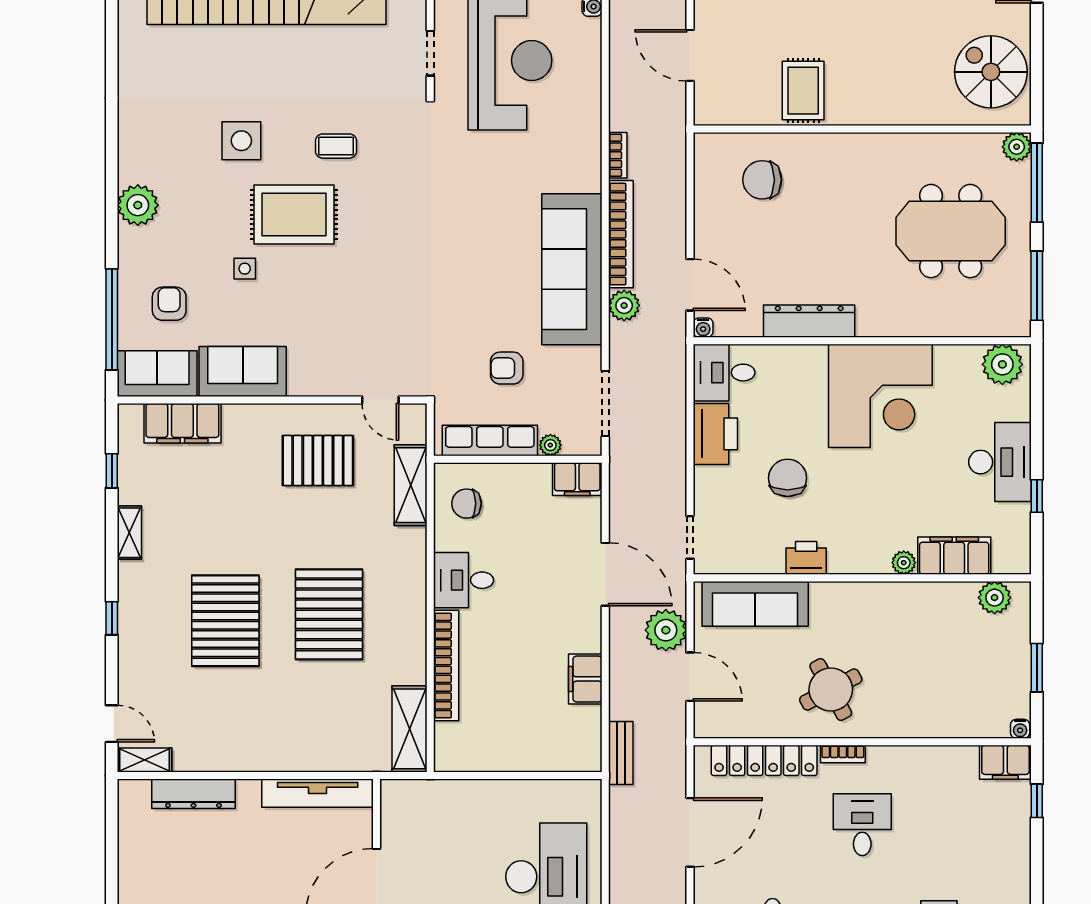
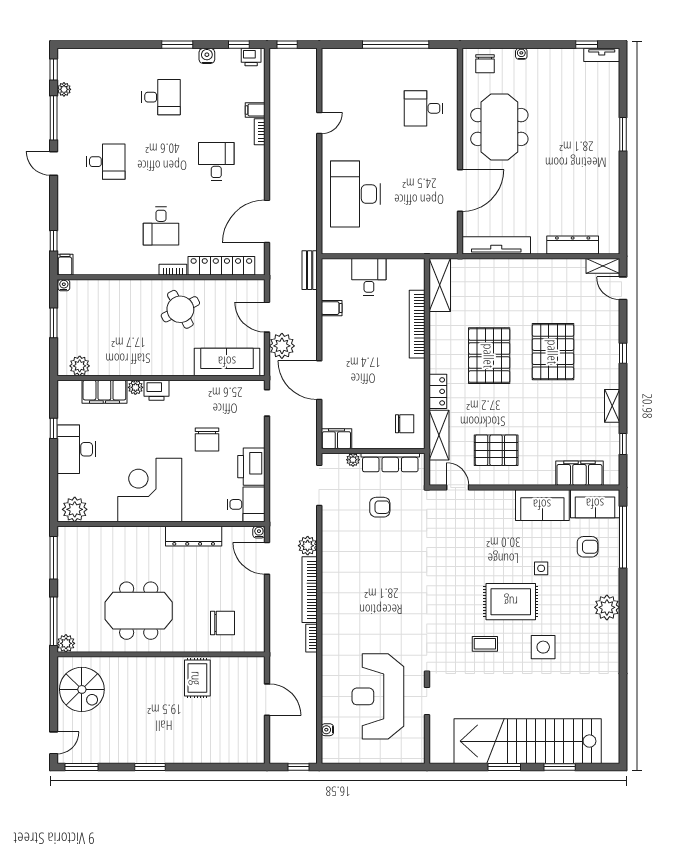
meeting table: (951, 231) -> (139, 611), moved
sofa: (572, 269) -> (340, 568), removed
armchair: (169, 304) -> (588, 547), turned -90
locker: (413, 556) -> (438, 391), added
printer: (806, 558) -> (157, 390), moved
desk: (464, 580) -> (369, 277), moved, turned -90
filing cabinet: (585, 679) -> (332, 308), width x0.50
filing cabinet: (1005, 762) -> (65, 265), width x0.50

